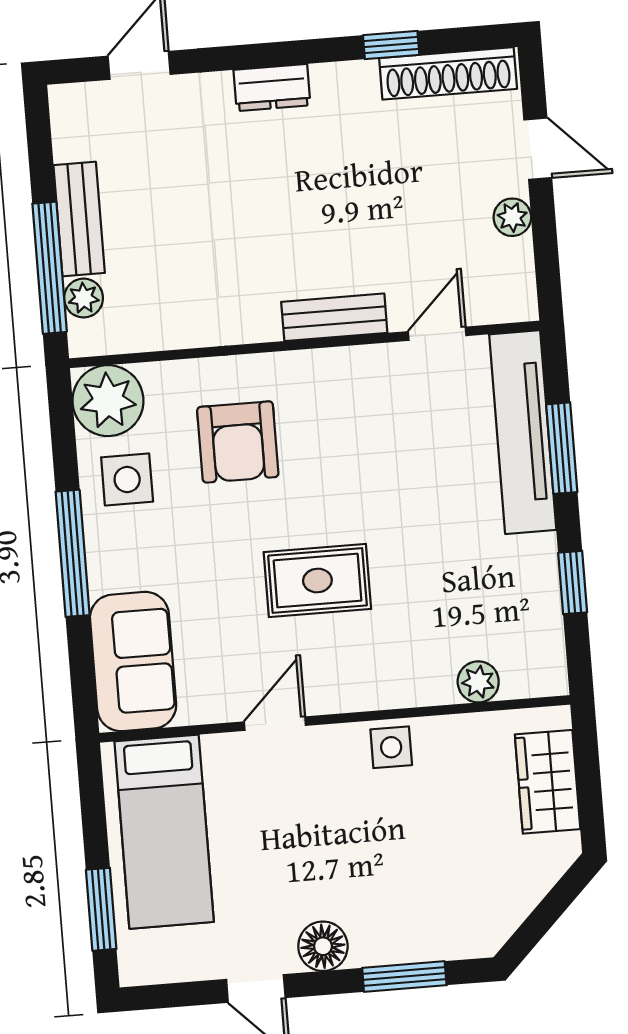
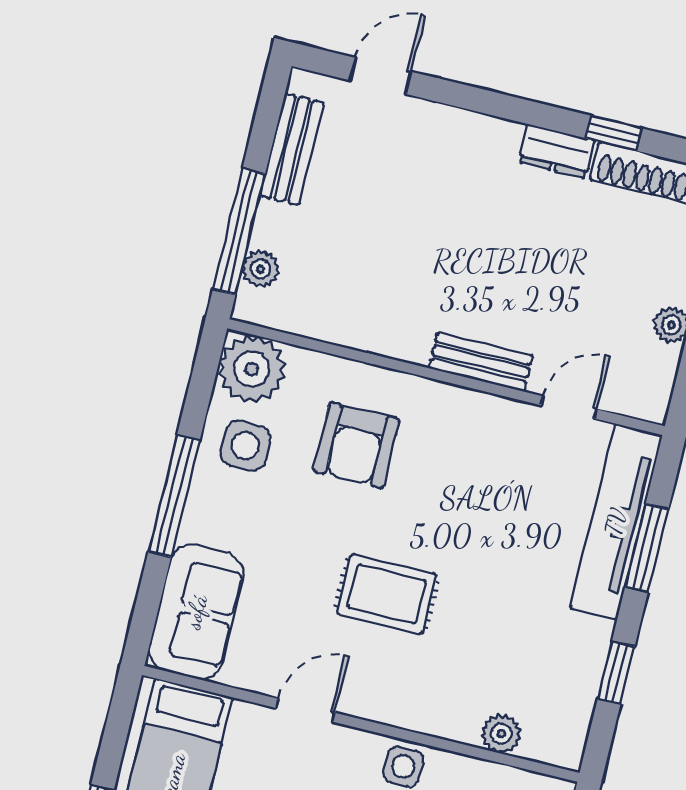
dresser: (272, 88) -> (557, 151), moved
bench: (79, 219) -> (292, 149), moved

